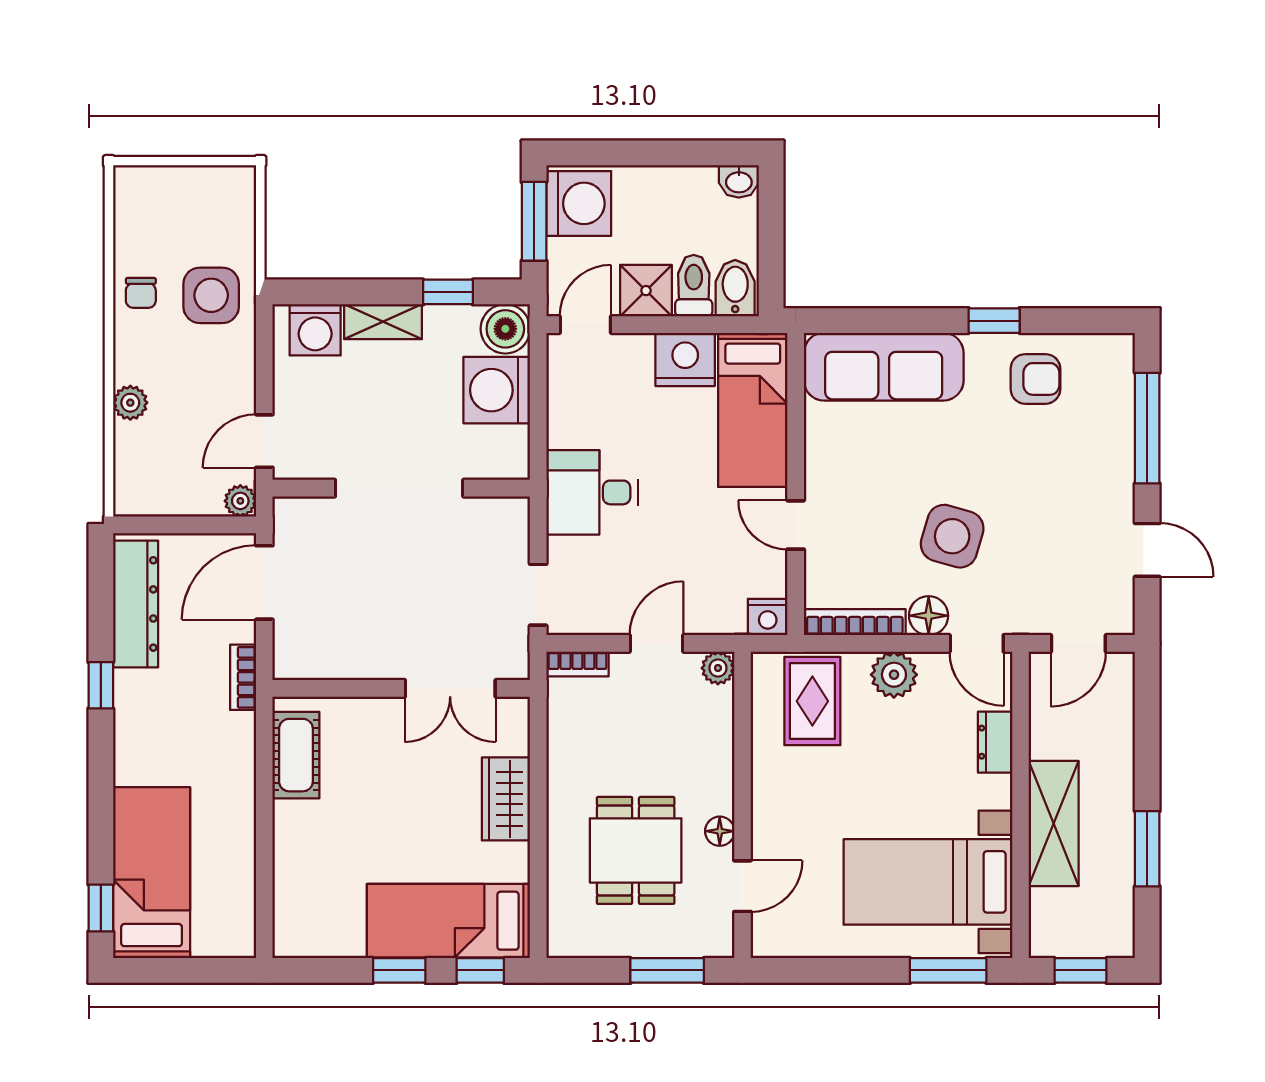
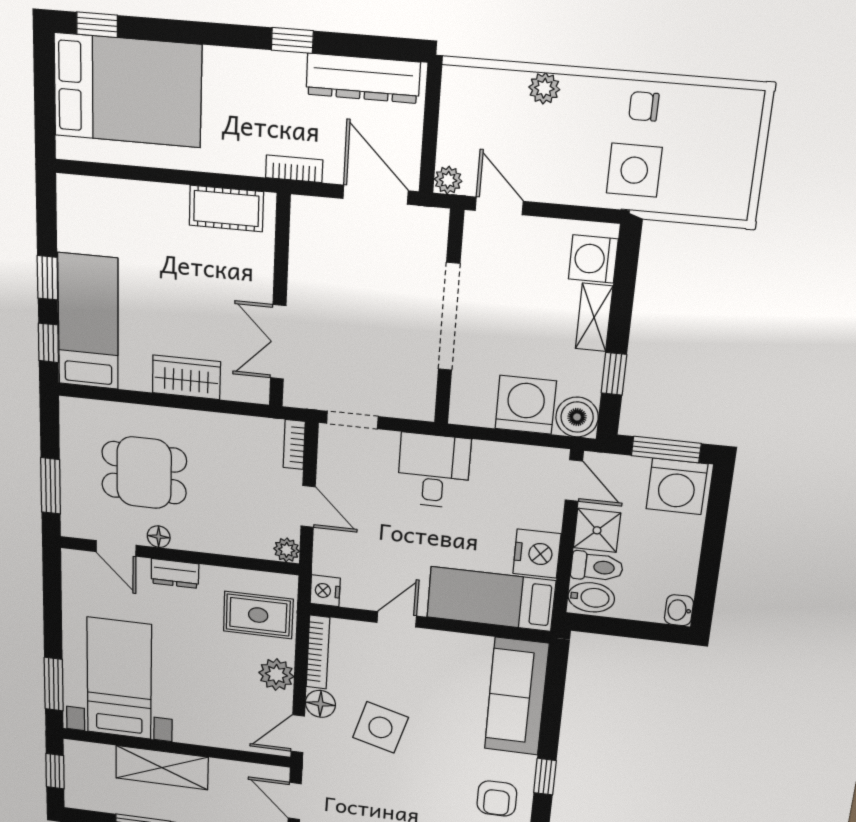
dresser: (995, 742) -> (175, 573), moved, turned 180
bed: (152, 873) -> (128, 90), width x1.50

